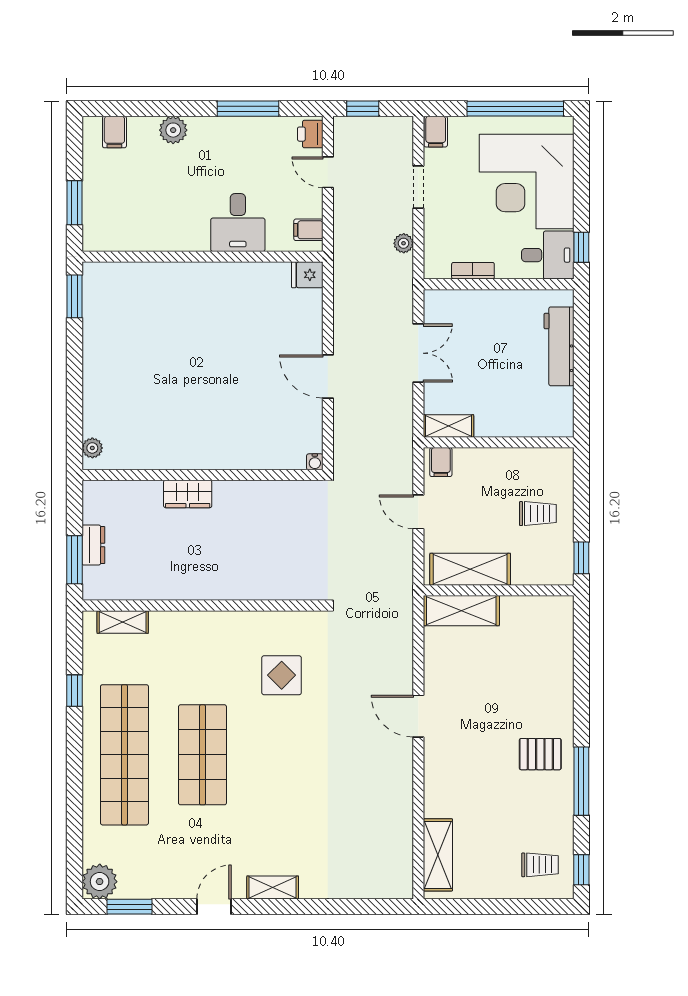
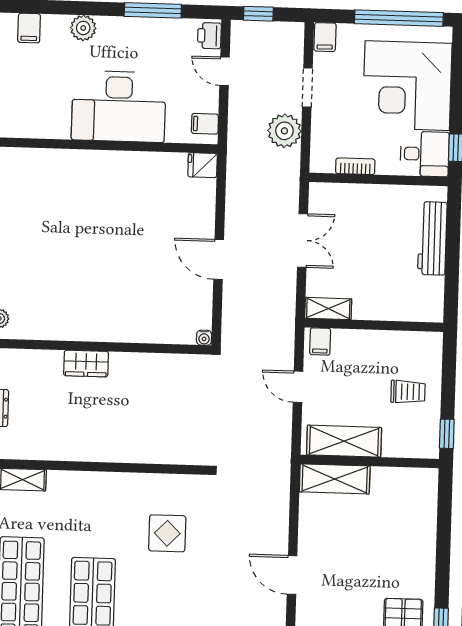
desk: (238, 223) -> (119, 106), width x1.87, depth x1.30
plant: (404, 243) -> (284, 131), width x1.88, depth x1.88

